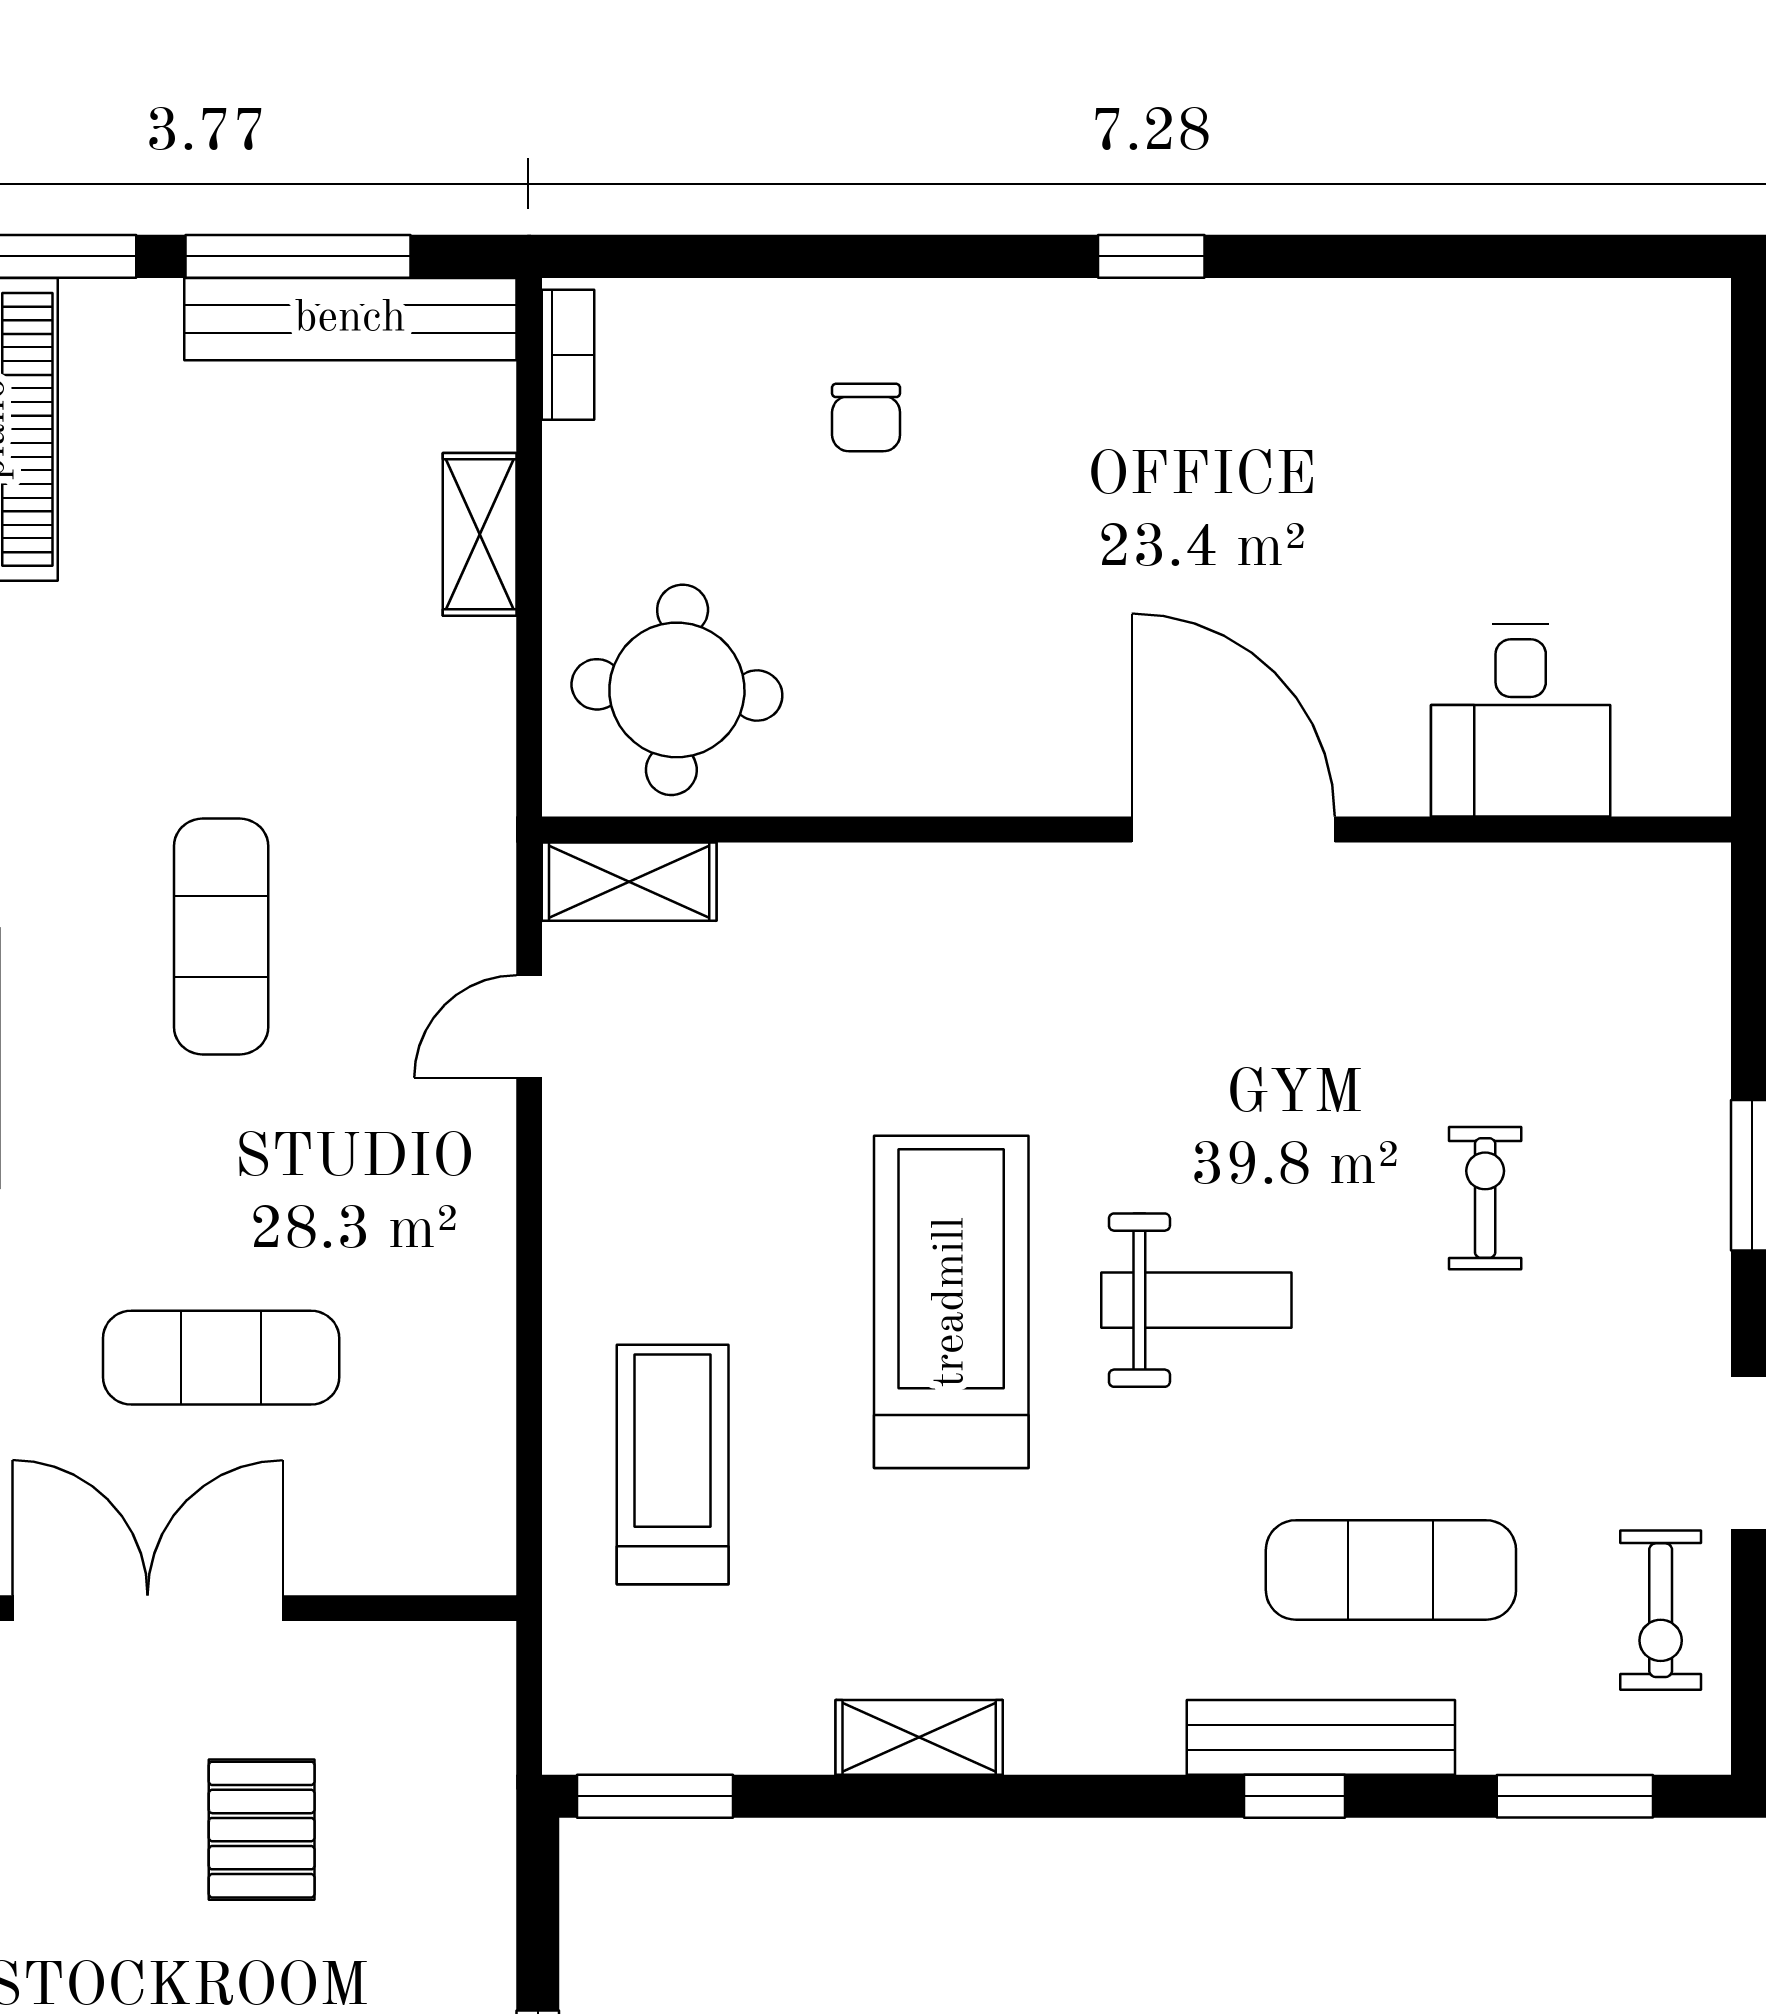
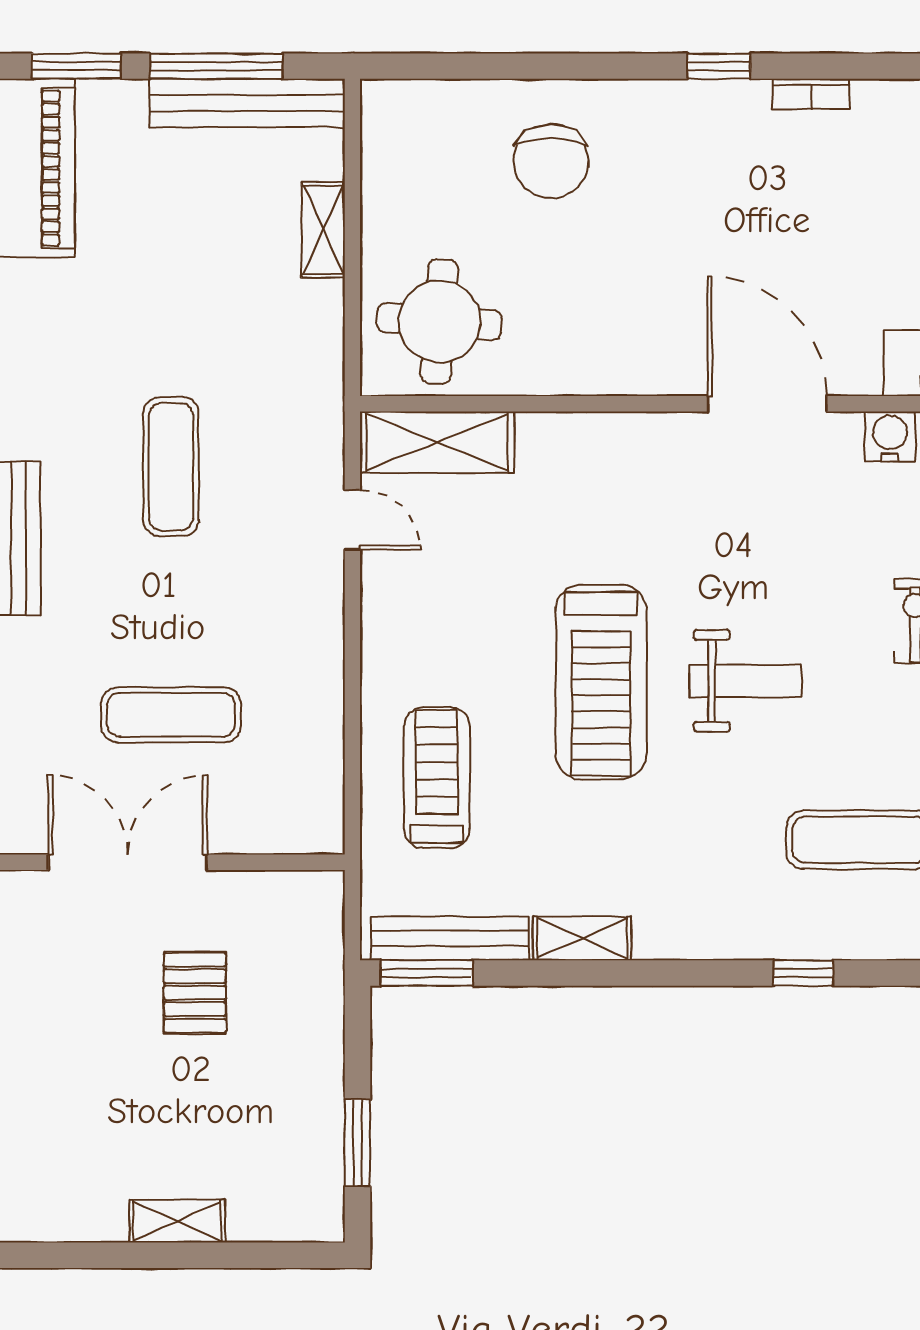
bookcase: (568, 355) -> (811, 94), moved, turned 90
chair: (866, 418) -> (551, 161), width x1.87, depth x1.87
shelving: (629, 882) -> (437, 442), width x1.50, depth x1.33
water cooler: (1442, 885) -> (890, 436), added
door: (529, 1027) -> (352, 520), swing flipped
treadmill: (951, 1302) -> (601, 682), turned 180
bench: (1321, 1737) -> (450, 938), moved

